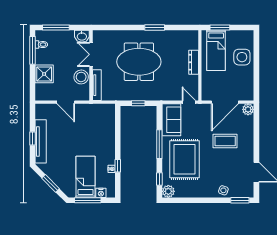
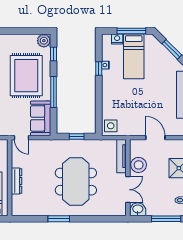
meeting table: (139, 62) -> (76, 182), turned 90
side table: (107, 113) -> (111, 126), added

